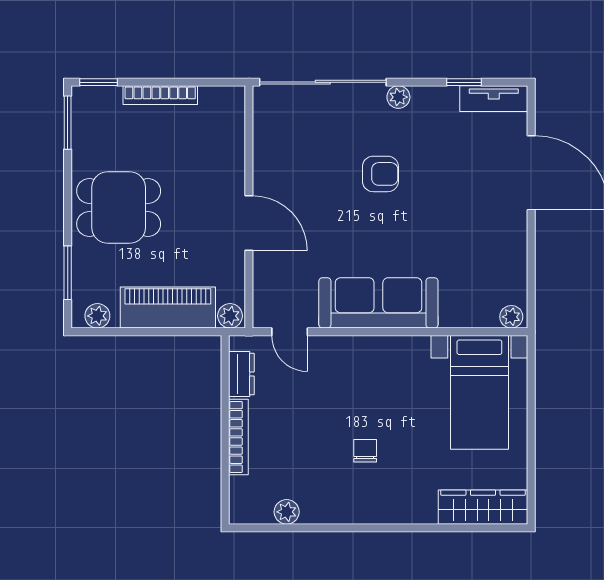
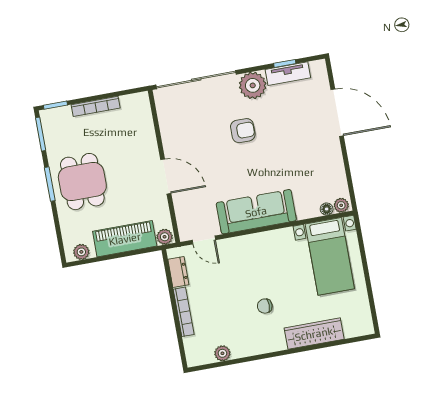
plant: (398, 97) -> (253, 85), width x1.88, depth x1.88
tv unit: (494, 99) -> (288, 74), moved
dining table: (119, 208) -> (82, 182), turned 90
window: (68, 273) -> (50, 184), moved
floor lamp: (488, 318) -> (327, 209), added
chair: (365, 451) -> (265, 306), turned -90
wardrobe: (483, 507) -> (314, 334), moved

